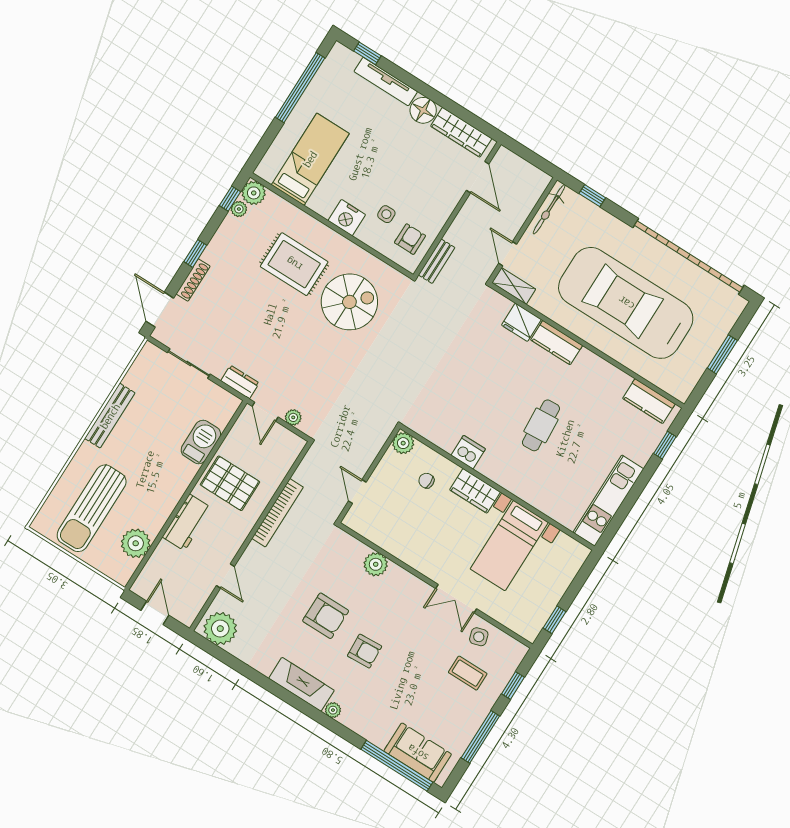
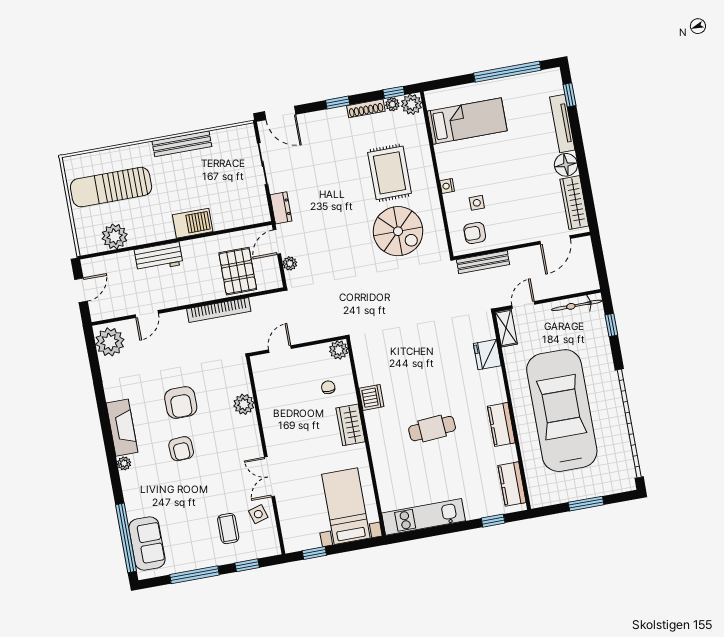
nightstand: (347, 218) -> (447, 186), width x0.53, depth x0.56
armchair: (410, 239) -> (475, 233), turned 180
bench: (437, 261) -> (483, 262), width x1.36
shoe rack: (193, 280) -> (366, 108), moved
door: (160, 310) -> (280, 113), swing flipped
kitchen counter: (557, 343) -> (501, 424), moved
barbecue: (201, 442) -> (193, 223), moved
pallet: (230, 483) -> (238, 271), moved
bed with nightstands: (509, 546) -> (346, 506), moved, turned 90

